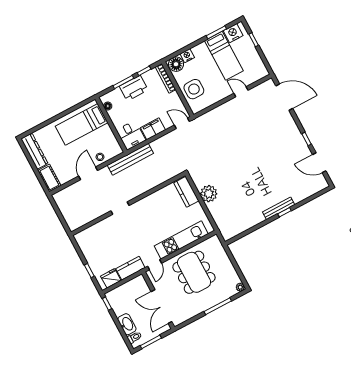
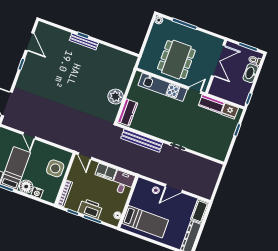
floor lamp: (176, 64) -> (26, 187), moved
bench: (130, 159) -> (142, 141), moved

